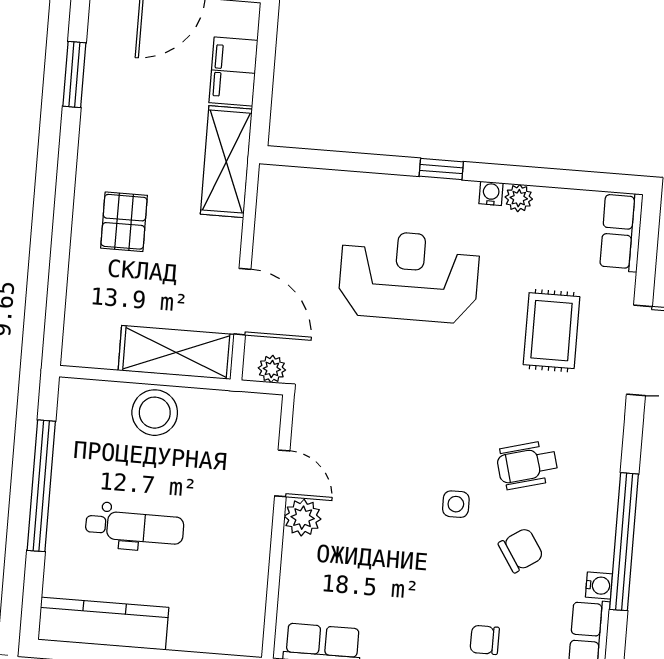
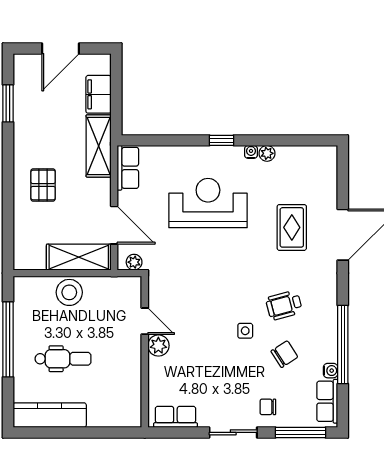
row of seats: (621, 232) -> (128, 168), moved, turned 180

